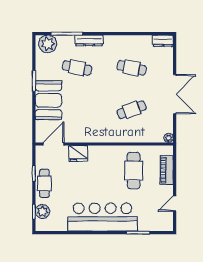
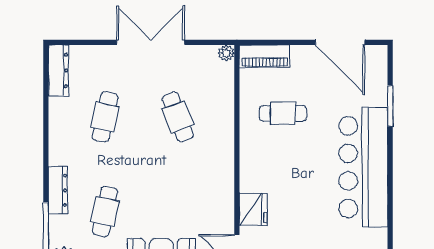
dresser: (163, 41) -> (58, 70), width x1.44
piano: (167, 170) -> (265, 56), moved
cafe table: (134, 171) -> (283, 113), width x0.73, depth x0.74
door: (175, 204) -> (340, 42), width x1.87

